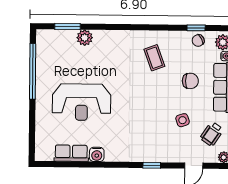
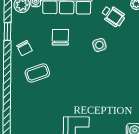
chair: (198, 41) -> (24, 48), moved

